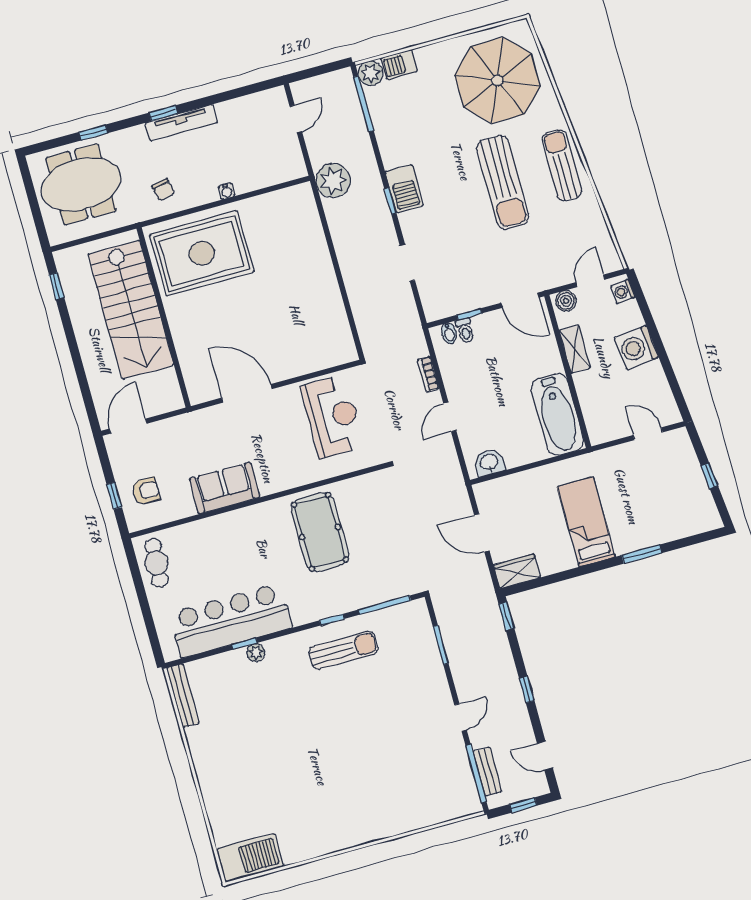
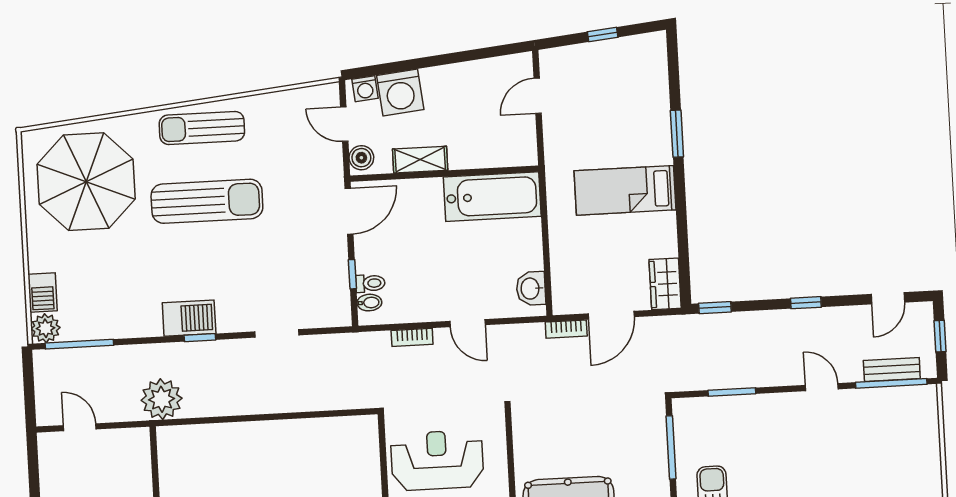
washing machine: (636, 347) -> (400, 92), moved
bookcase: (462, 498) -> (566, 329), added

